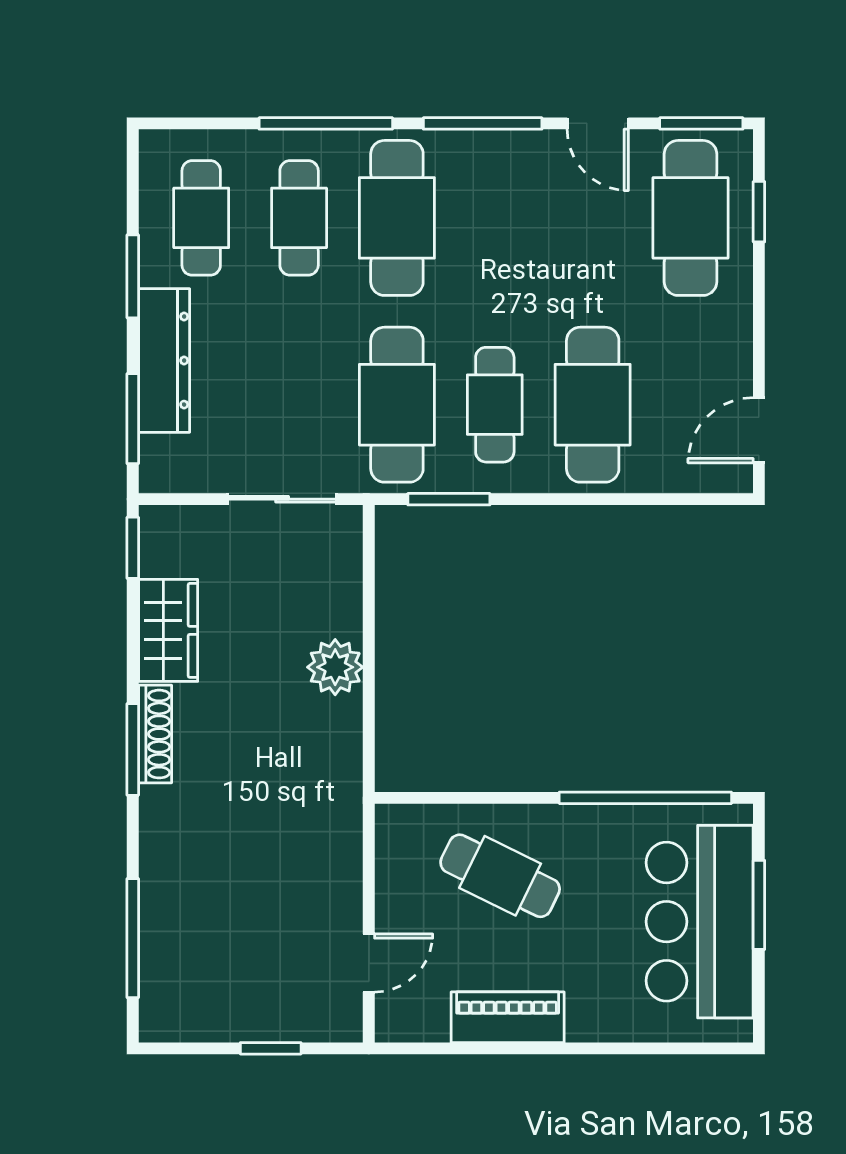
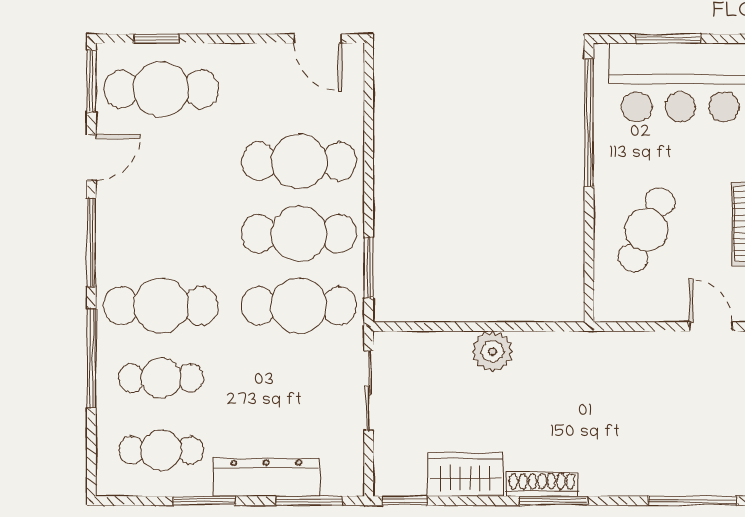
cafe table: (495, 405) -> (299, 234), width x1.37, depth x1.35

